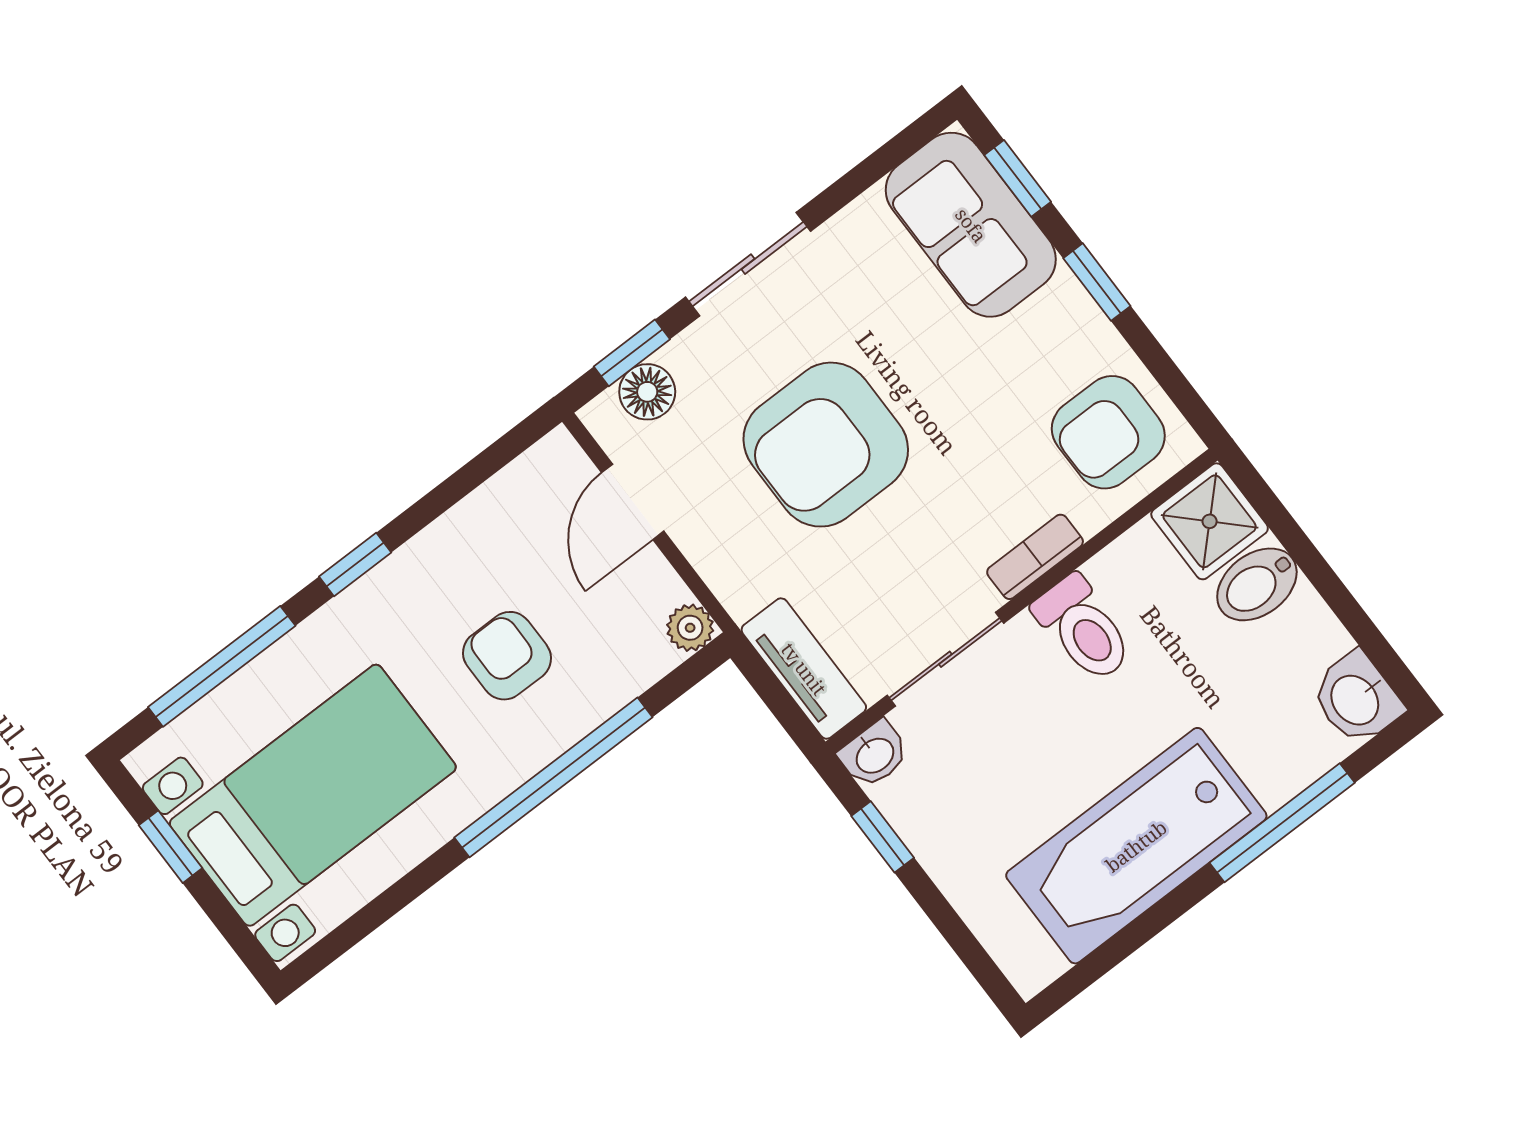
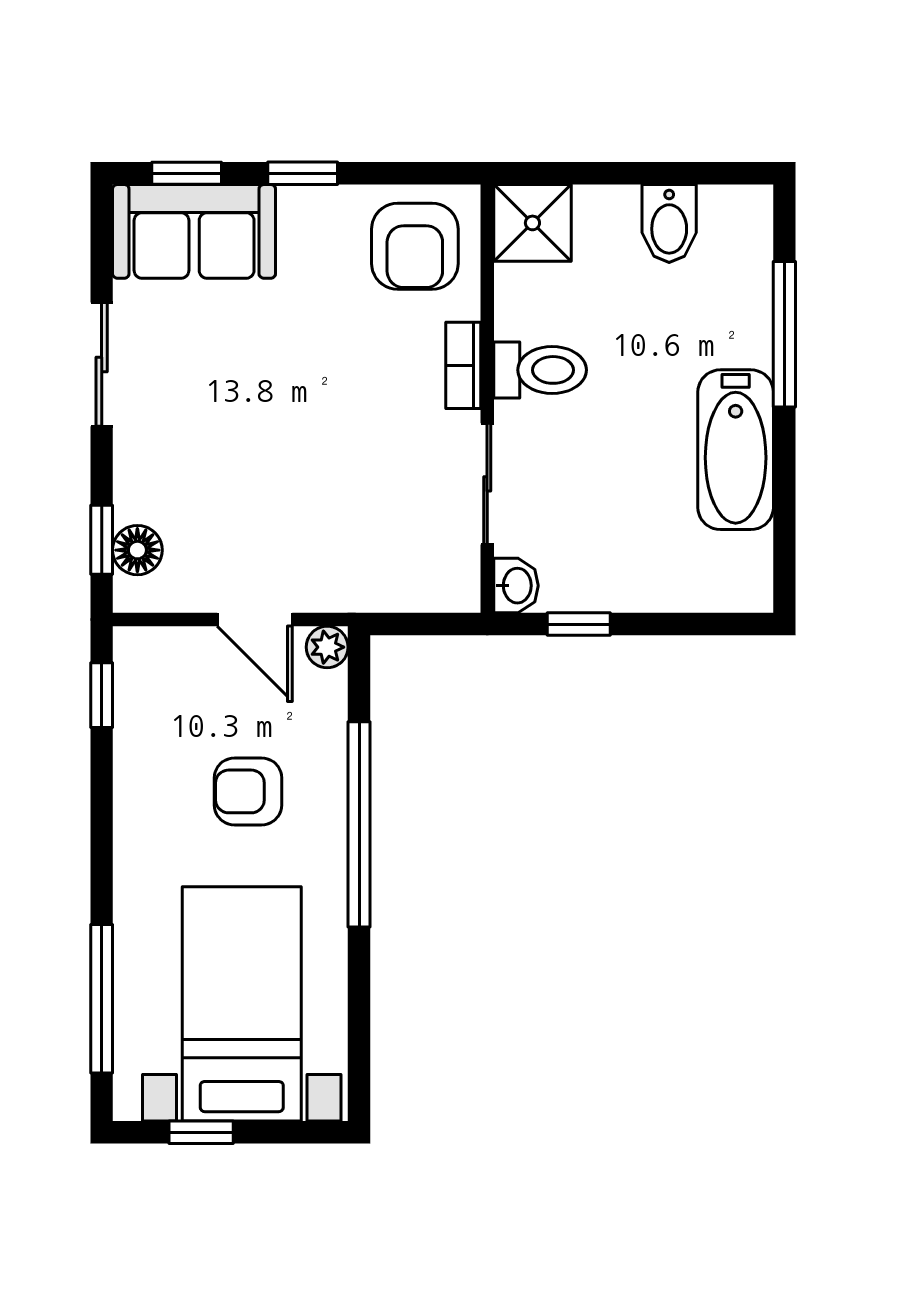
sliding door: (748, 264) -> (102, 364), moved
armchair: (826, 445) -> (271, 452), removed
door: (633, 502) -> (255, 620), moved
window: (355, 564) -> (102, 695), moved
bidet: (1257, 584) -> (669, 223), moved
tv unit: (804, 669) -> (417, 589), removed
washbasin: (1356, 699) -> (737, 215), removed
bathtub: (1136, 846) -> (736, 450), width x0.73, depth x0.73

